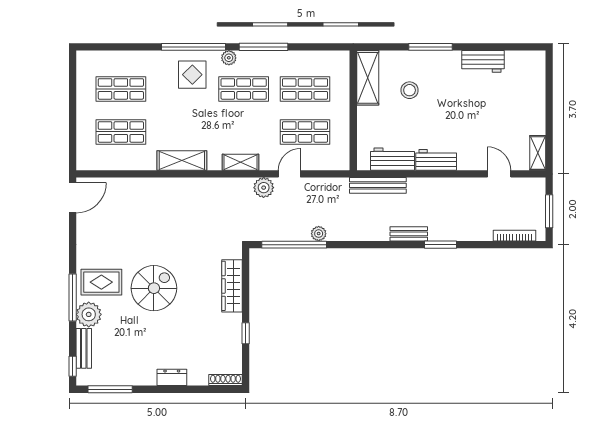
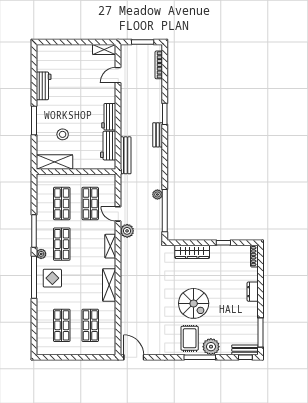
spiral stairs: (154, 288) -> (194, 303), turned 180
bench: (84, 348) -> (245, 350), moved

